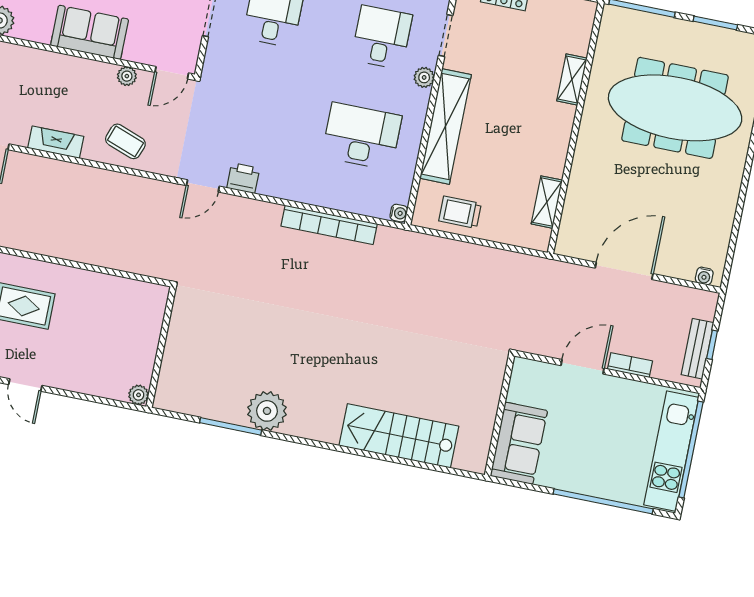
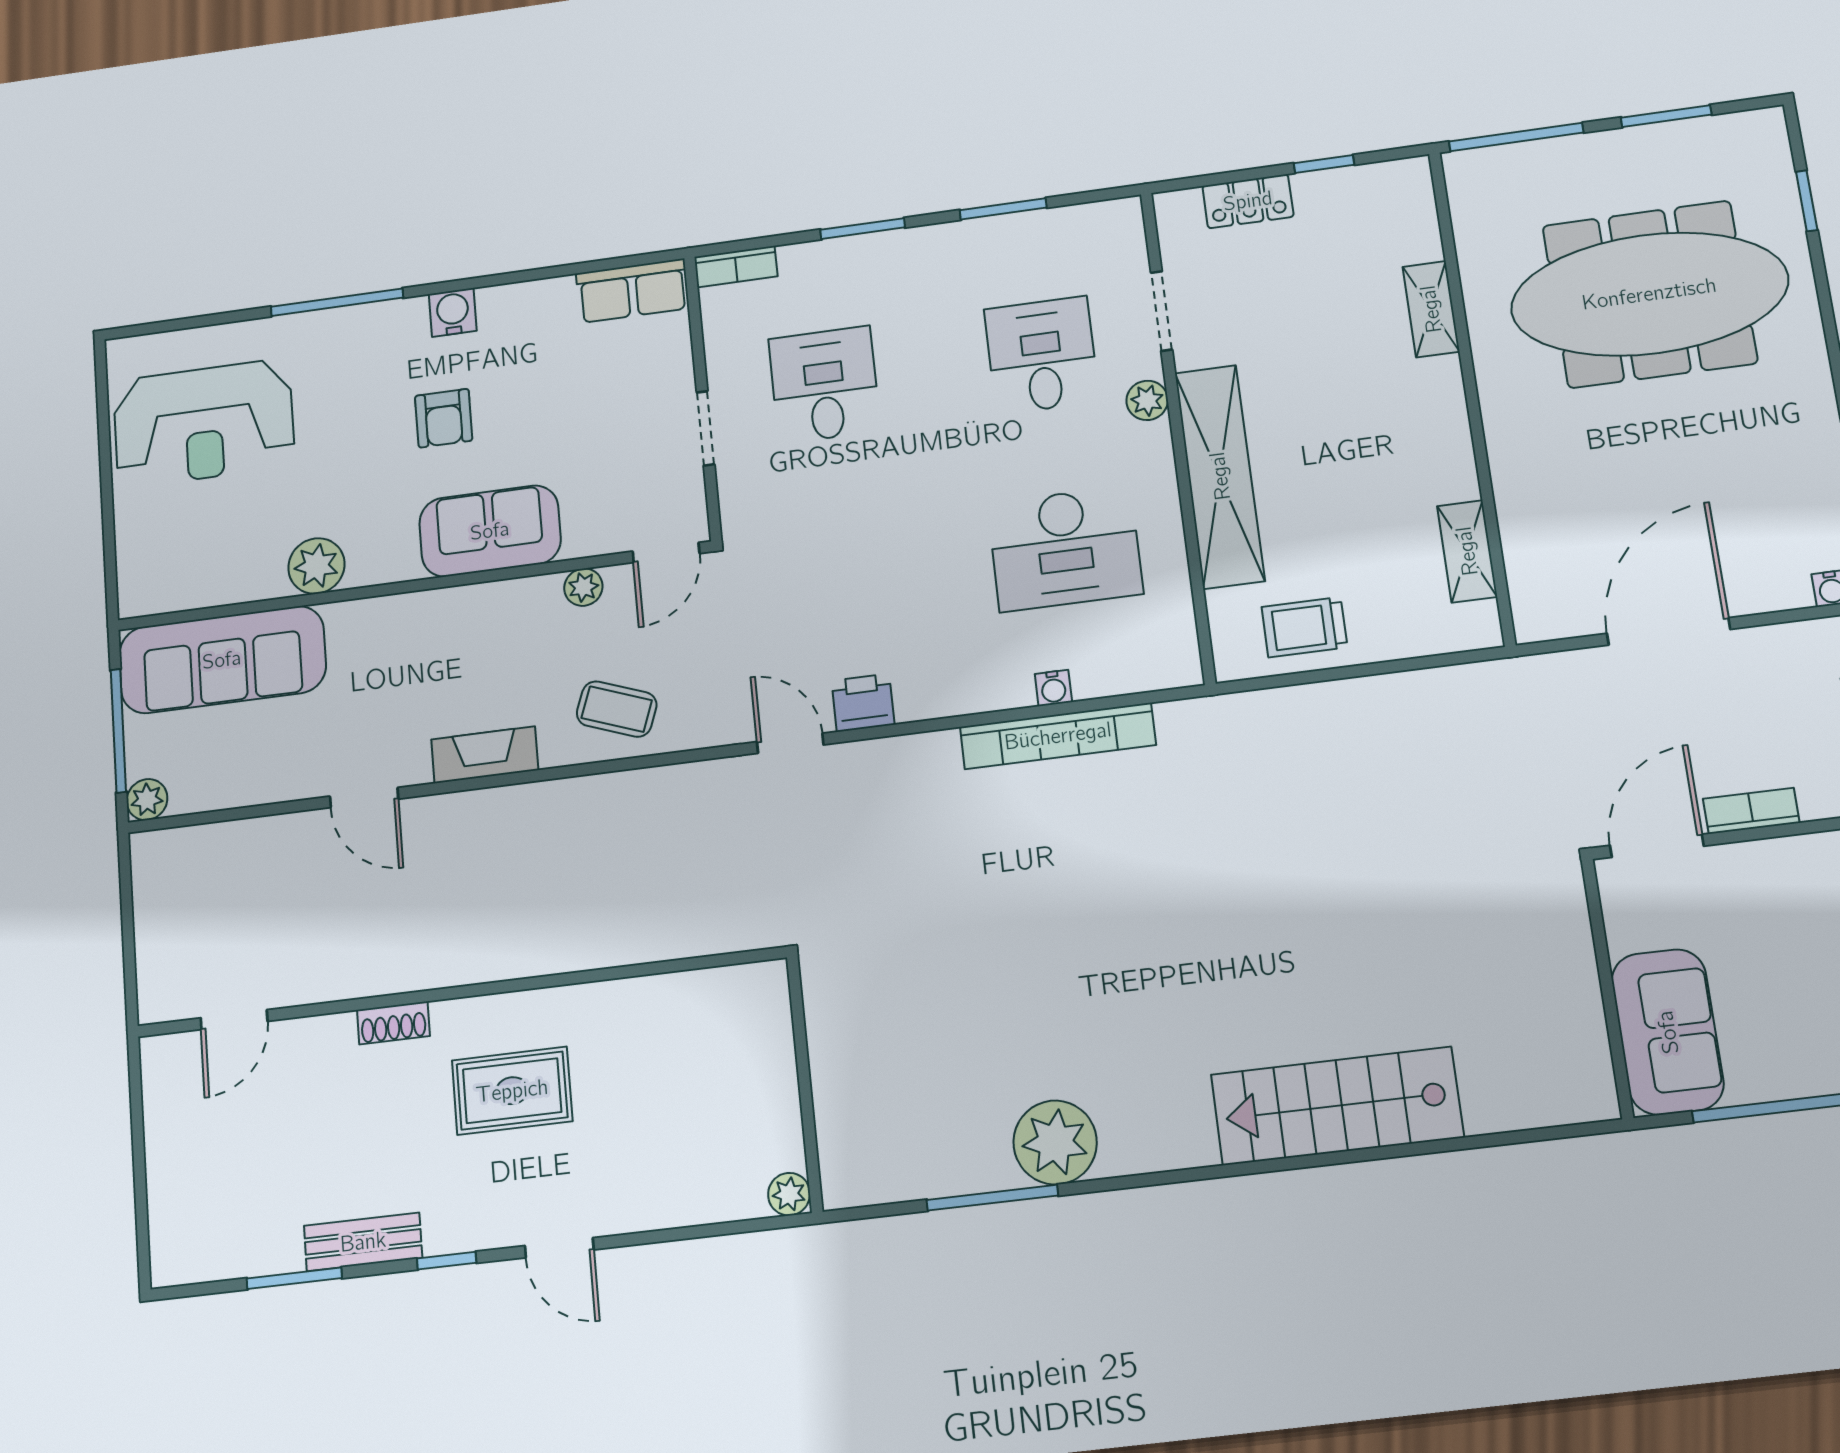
desk: (362, 136) -> (1065, 549), turned 180
door: (203, 186) -> (790, 743), swing flipped
water cooler: (399, 213) -> (1053, 688), moved, turned 90
wall: (500, 415) -> (1607, 988), moved
sofa: (519, 443) -> (1668, 1032), moved

